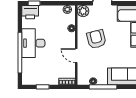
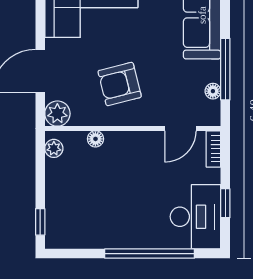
printer: (30, 12) -> (60, 231), removed
desk: (33, 43) -> (195, 217), moved, turned -90
door: (76, 56) -> (180, 128), moved

